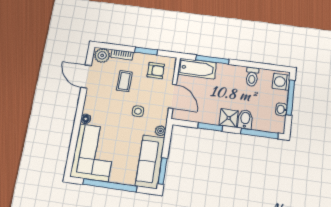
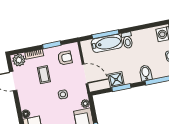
bathtub: (197, 69) -> (107, 43), moved
toilet: (252, 77) -> (127, 40), moved
shower: (229, 118) -> (116, 80), moved

